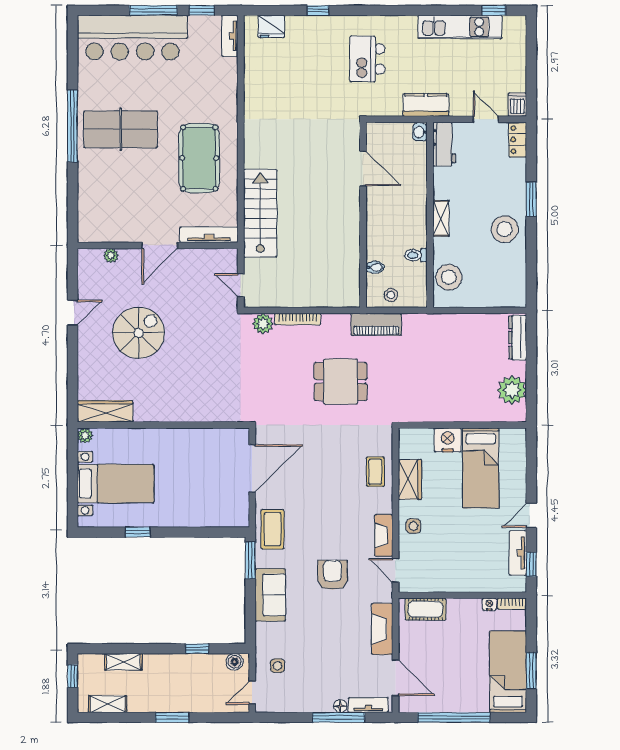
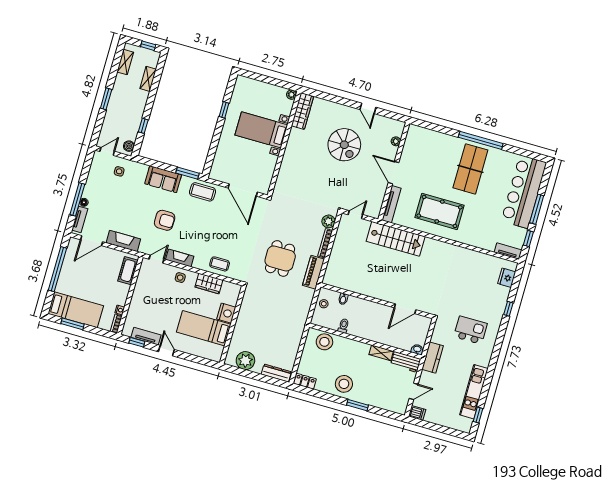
locker: (518, 140) -> (305, 381), moved
shelving: (441, 218) -> (381, 353), moved
piano: (376, 324) -> (313, 272), moved
bed with nightstands: (116, 484) -> (261, 130), moved, turned 90
door: (252, 693) -> (107, 151), hinge flipped

